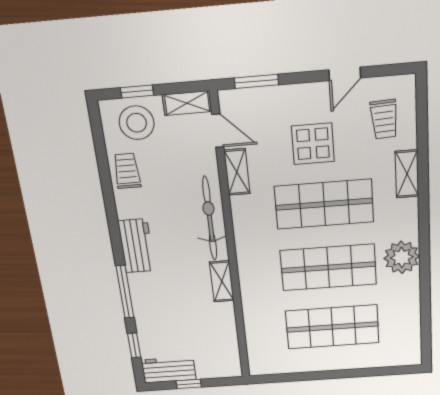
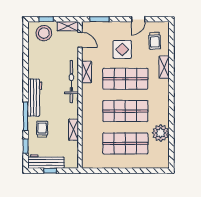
trolley: (127, 171) -> (42, 129), moved
shelving: (237, 172) -> (87, 72), moved
workbench: (136, 246) -> (35, 98), width x1.38
plant: (402, 257) -> (161, 133), moved
shelving: (222, 281) -> (73, 130), moved
workbench: (169, 370) -> (46, 162), width x1.38

